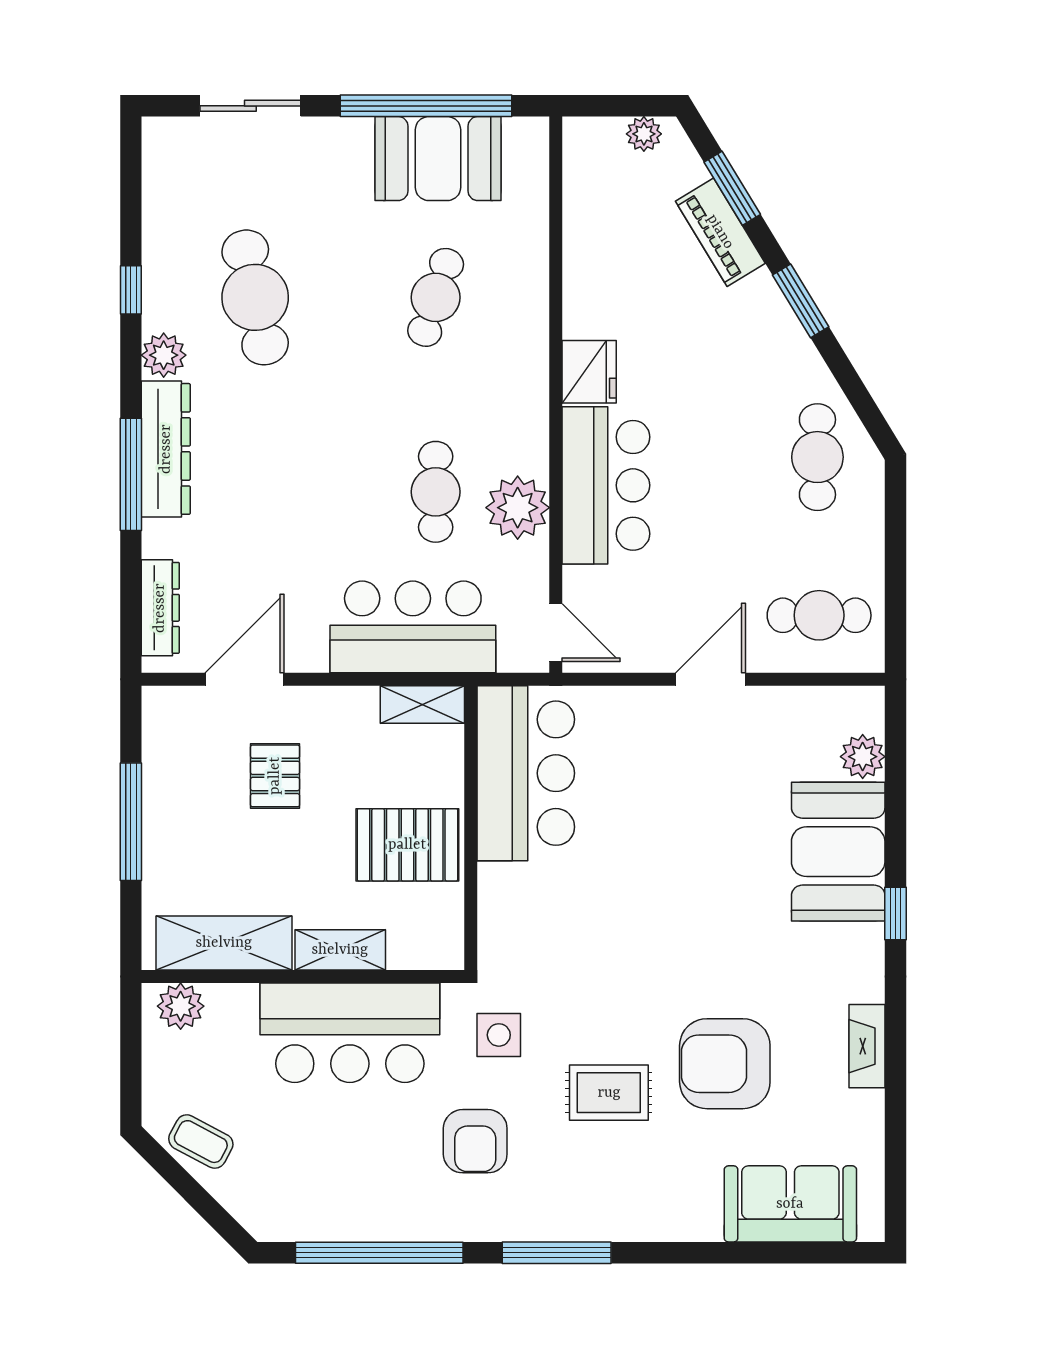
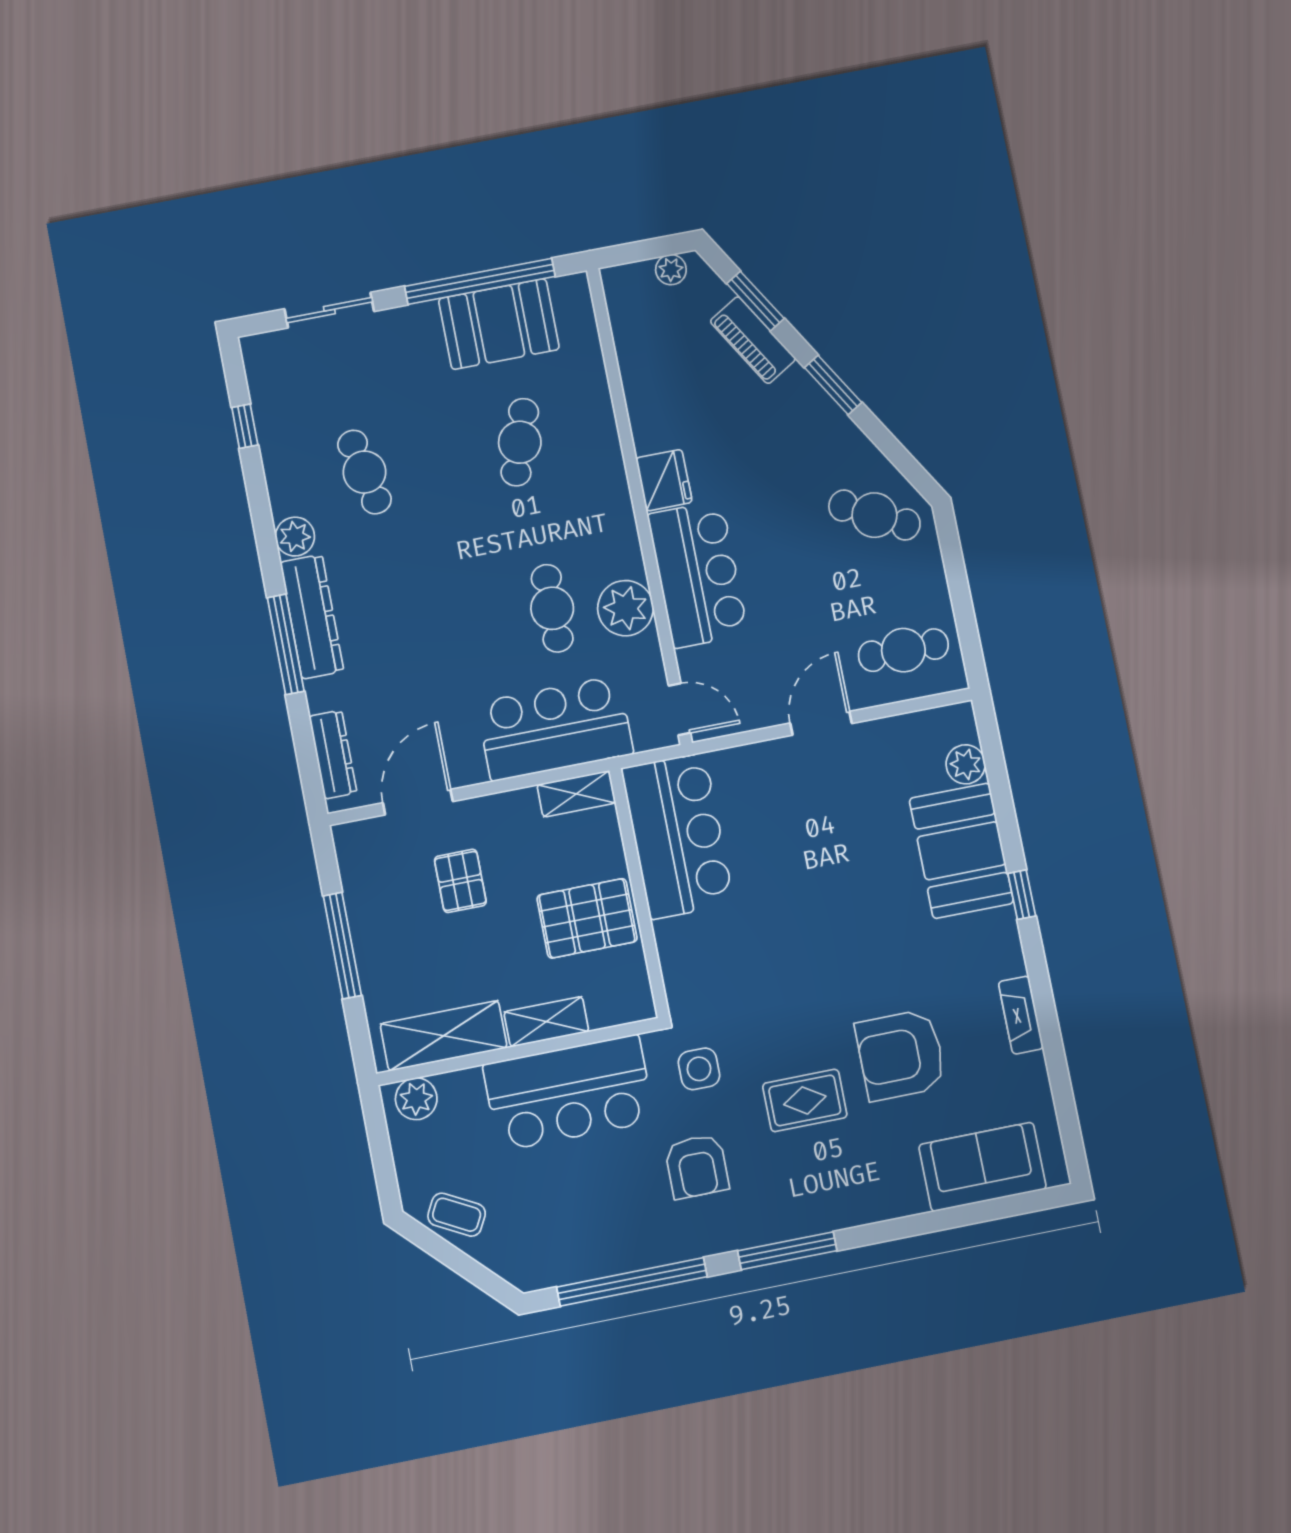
window: (131, 290) -> (245, 426), moved
cafe table: (255, 297) -> (364, 472), width x0.73, depth x0.74
cafe table: (817, 457) -> (874, 515), turned -62

